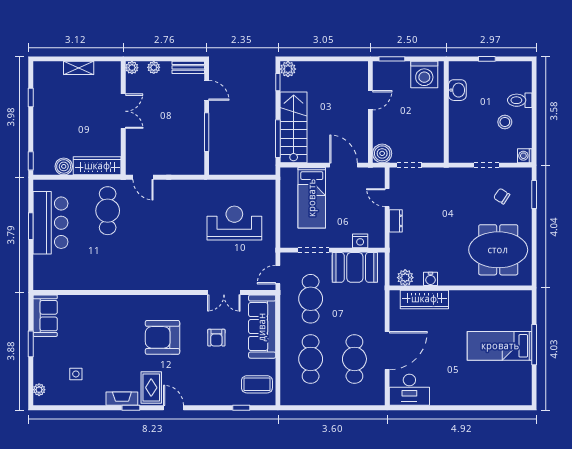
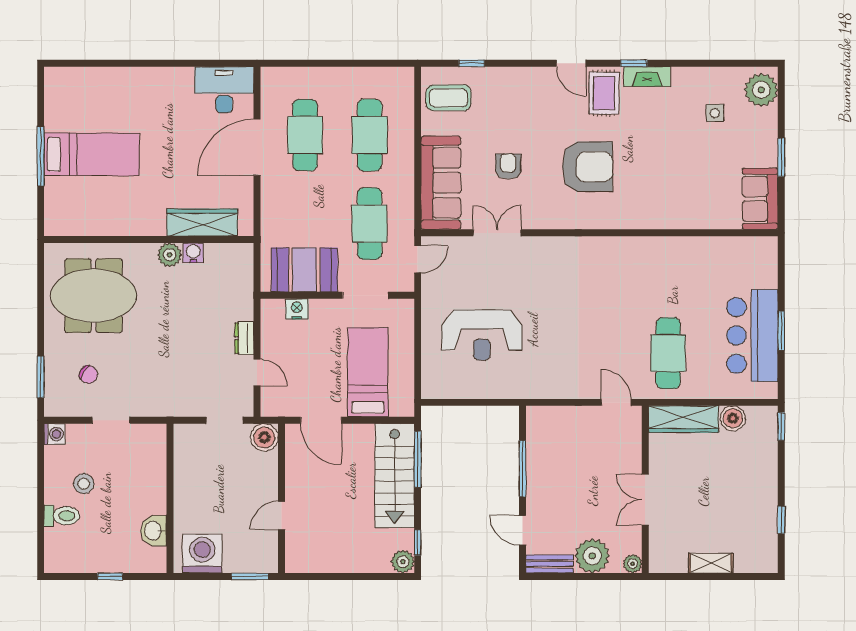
plant: (154, 67) -> (592, 556), width x1.88, depth x1.88
plant: (405, 278) -> (170, 255), moved
plant: (39, 390) -> (761, 90), width x1.88, depth x1.88

